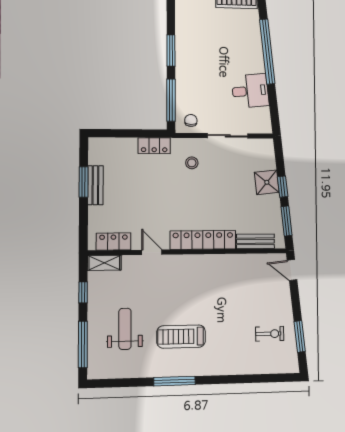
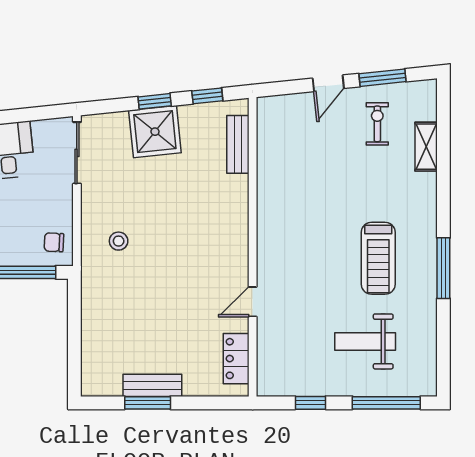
sliding door: (228, 136) -> (77, 153), moved
locker: (154, 146) -> (93, 298), removed
shower: (267, 182) -> (155, 132), width x1.36, depth x1.36
window: (287, 221) -> (207, 96), width x0.67
locker: (203, 240) -> (235, 225), removed
shelving: (104, 263) -> (426, 147), moved
door: (292, 270) -> (328, 83), moved

